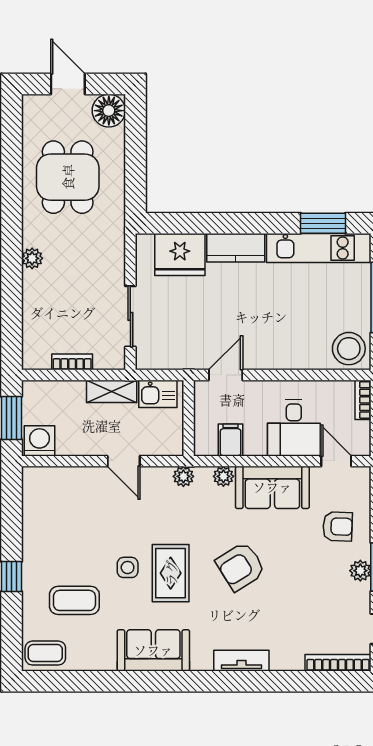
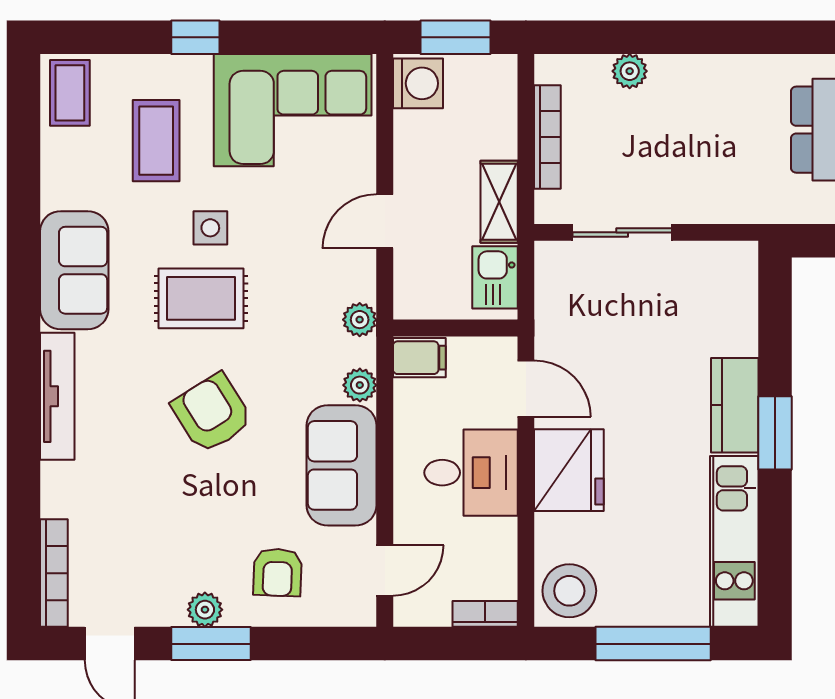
window: (323, 223) -> (775, 433), moved
fridge: (180, 254) -> (569, 470), moved, turned 180
plant: (32, 258) -> (630, 71), moved
bookcase: (72, 362) -> (547, 137), width x1.56
desk: (294, 428) -> (471, 473), moved, turned 180
filing cabinet: (231, 440) -> (419, 358), moved
corner sofa: (56, 517) -> (293, 110), added
tv unit: (241, 661) -> (57, 396), width x1.41

